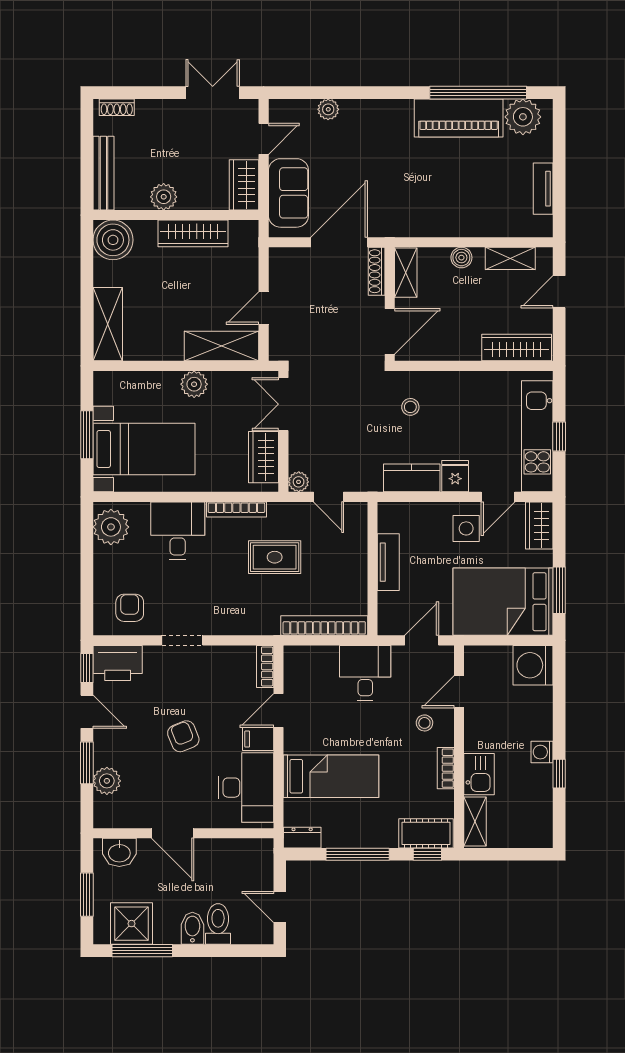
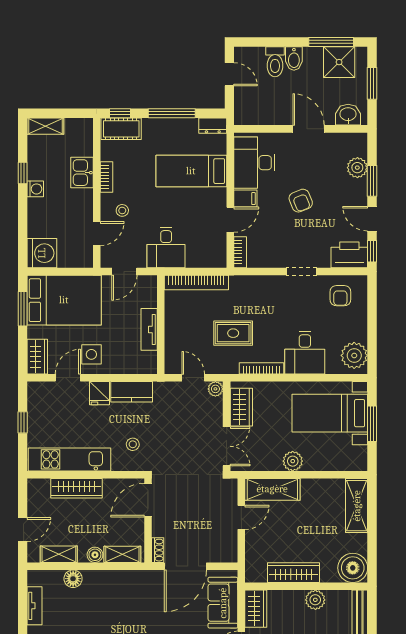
floor lamp: (491, 225) -> (73, 579), added
shoe rack: (377, 271) -> (158, 550), width x0.70
shelving: (406, 273) -> (122, 554), moved, turned 90
wardrobe: (517, 347) -> (77, 488), moved
kitchen unit: (537, 436) -> (69, 459), moved, turned -90
shelving: (475, 822) -> (45, 126), moved, turned 90

